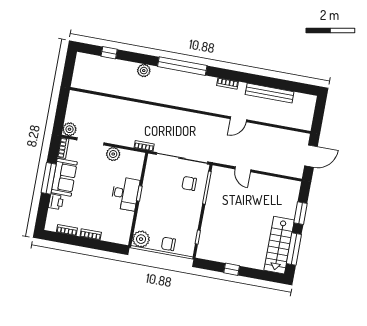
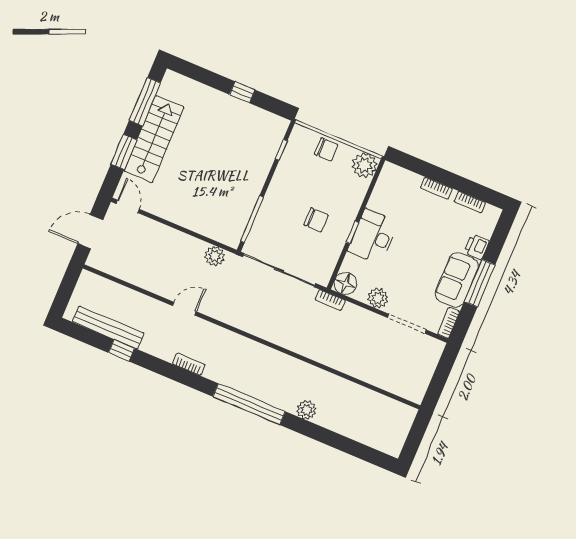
window: (109, 53) -> (122, 350), moved
bench: (270, 93) -> (108, 328), moved
plant: (69, 129) -> (215, 256), moved
floor lamp: (137, 159) -> (345, 283), added
door: (243, 169) -> (128, 206), moved
chair: (189, 183) -> (316, 220), moved
stairs: (279, 245) -> (154, 139), moved

